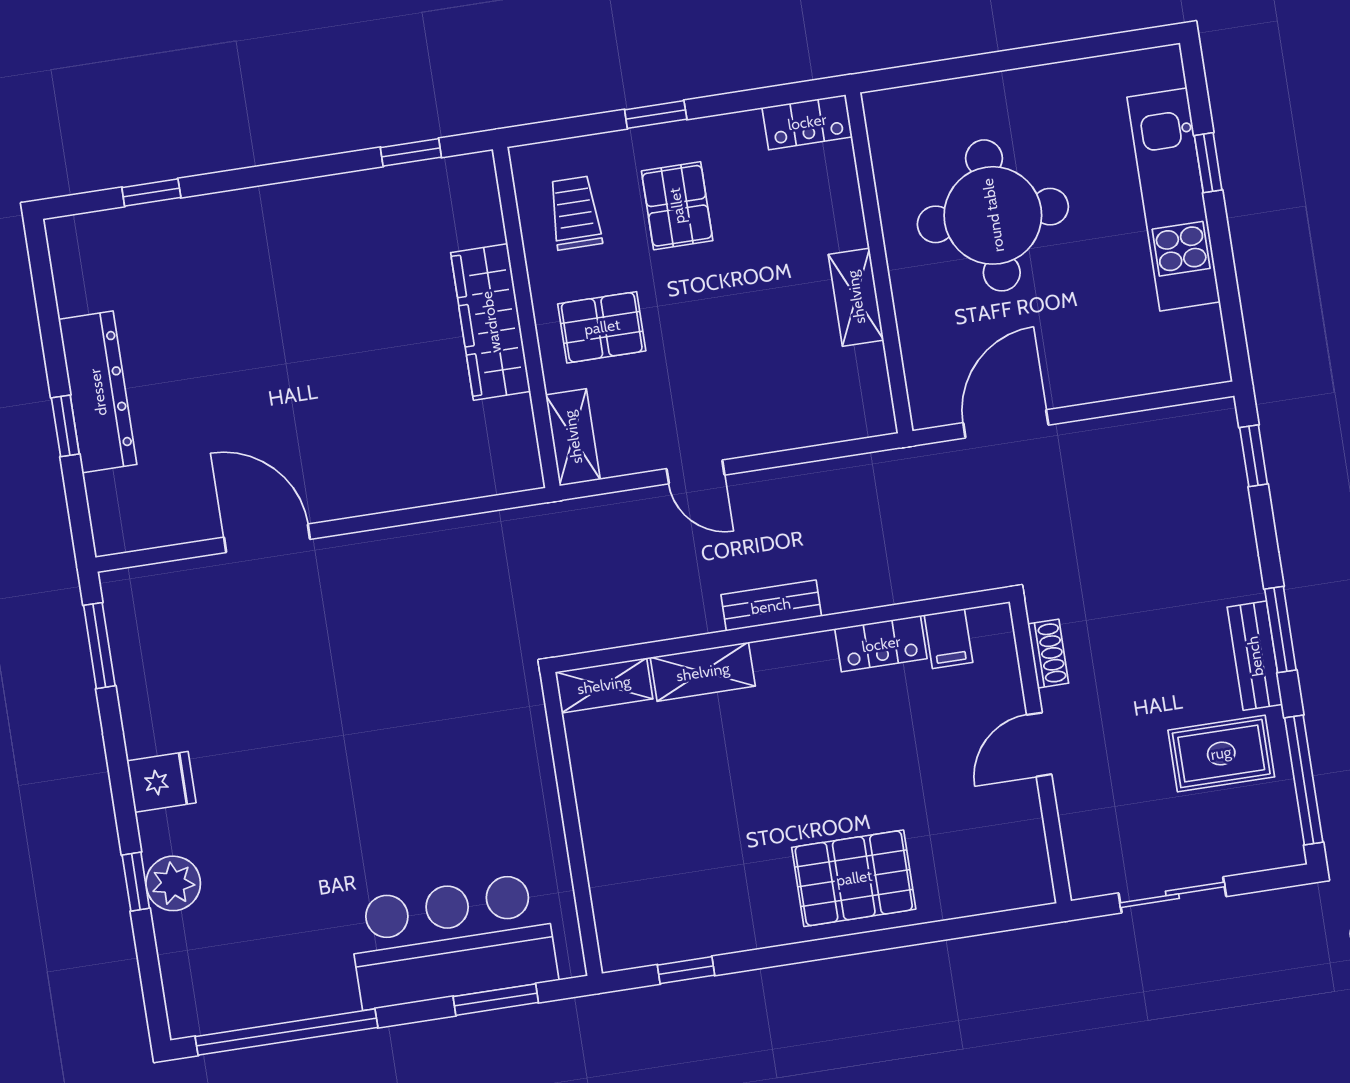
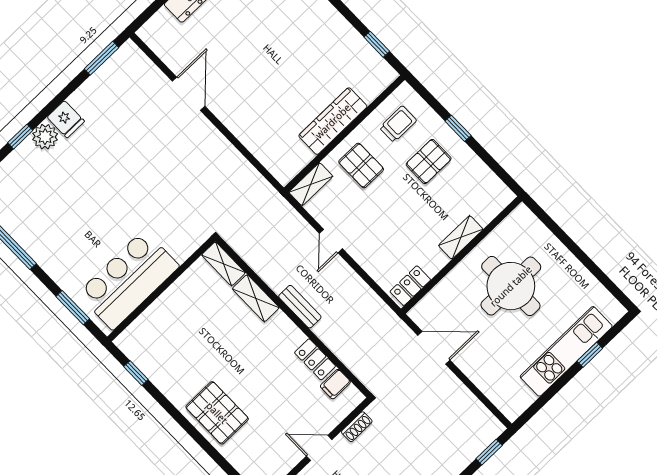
locker: (807, 122) -> (410, 286), moved, turned 90
shelving: (856, 297) -> (461, 237), moved
plant: (173, 883) -> (45, 137), moved
bar counter: (452, 941) -> (128, 280), moved, turned -90

